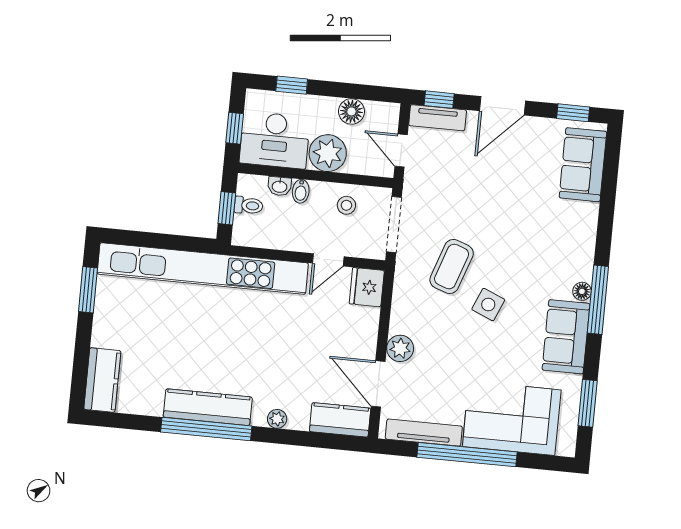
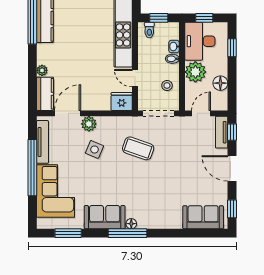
toilet: (249, 206) -> (149, 30), moved
side table: (488, 305) -> (94, 149), moved
plant: (277, 419) -> (42, 70), moved

